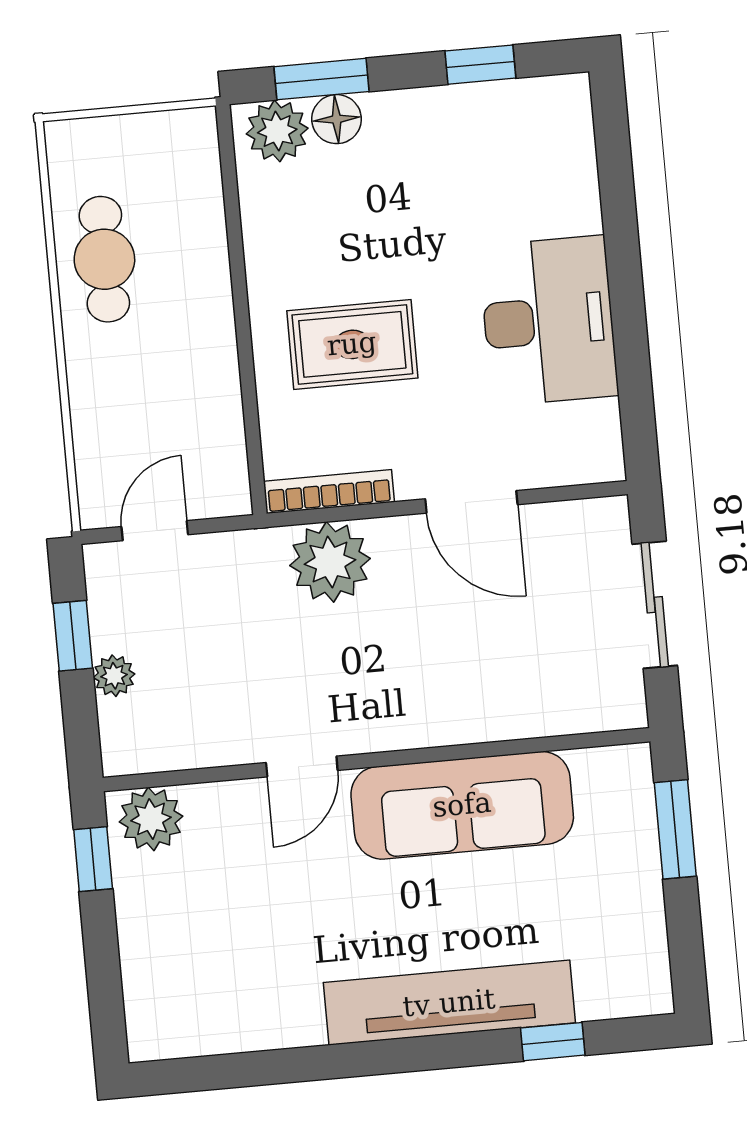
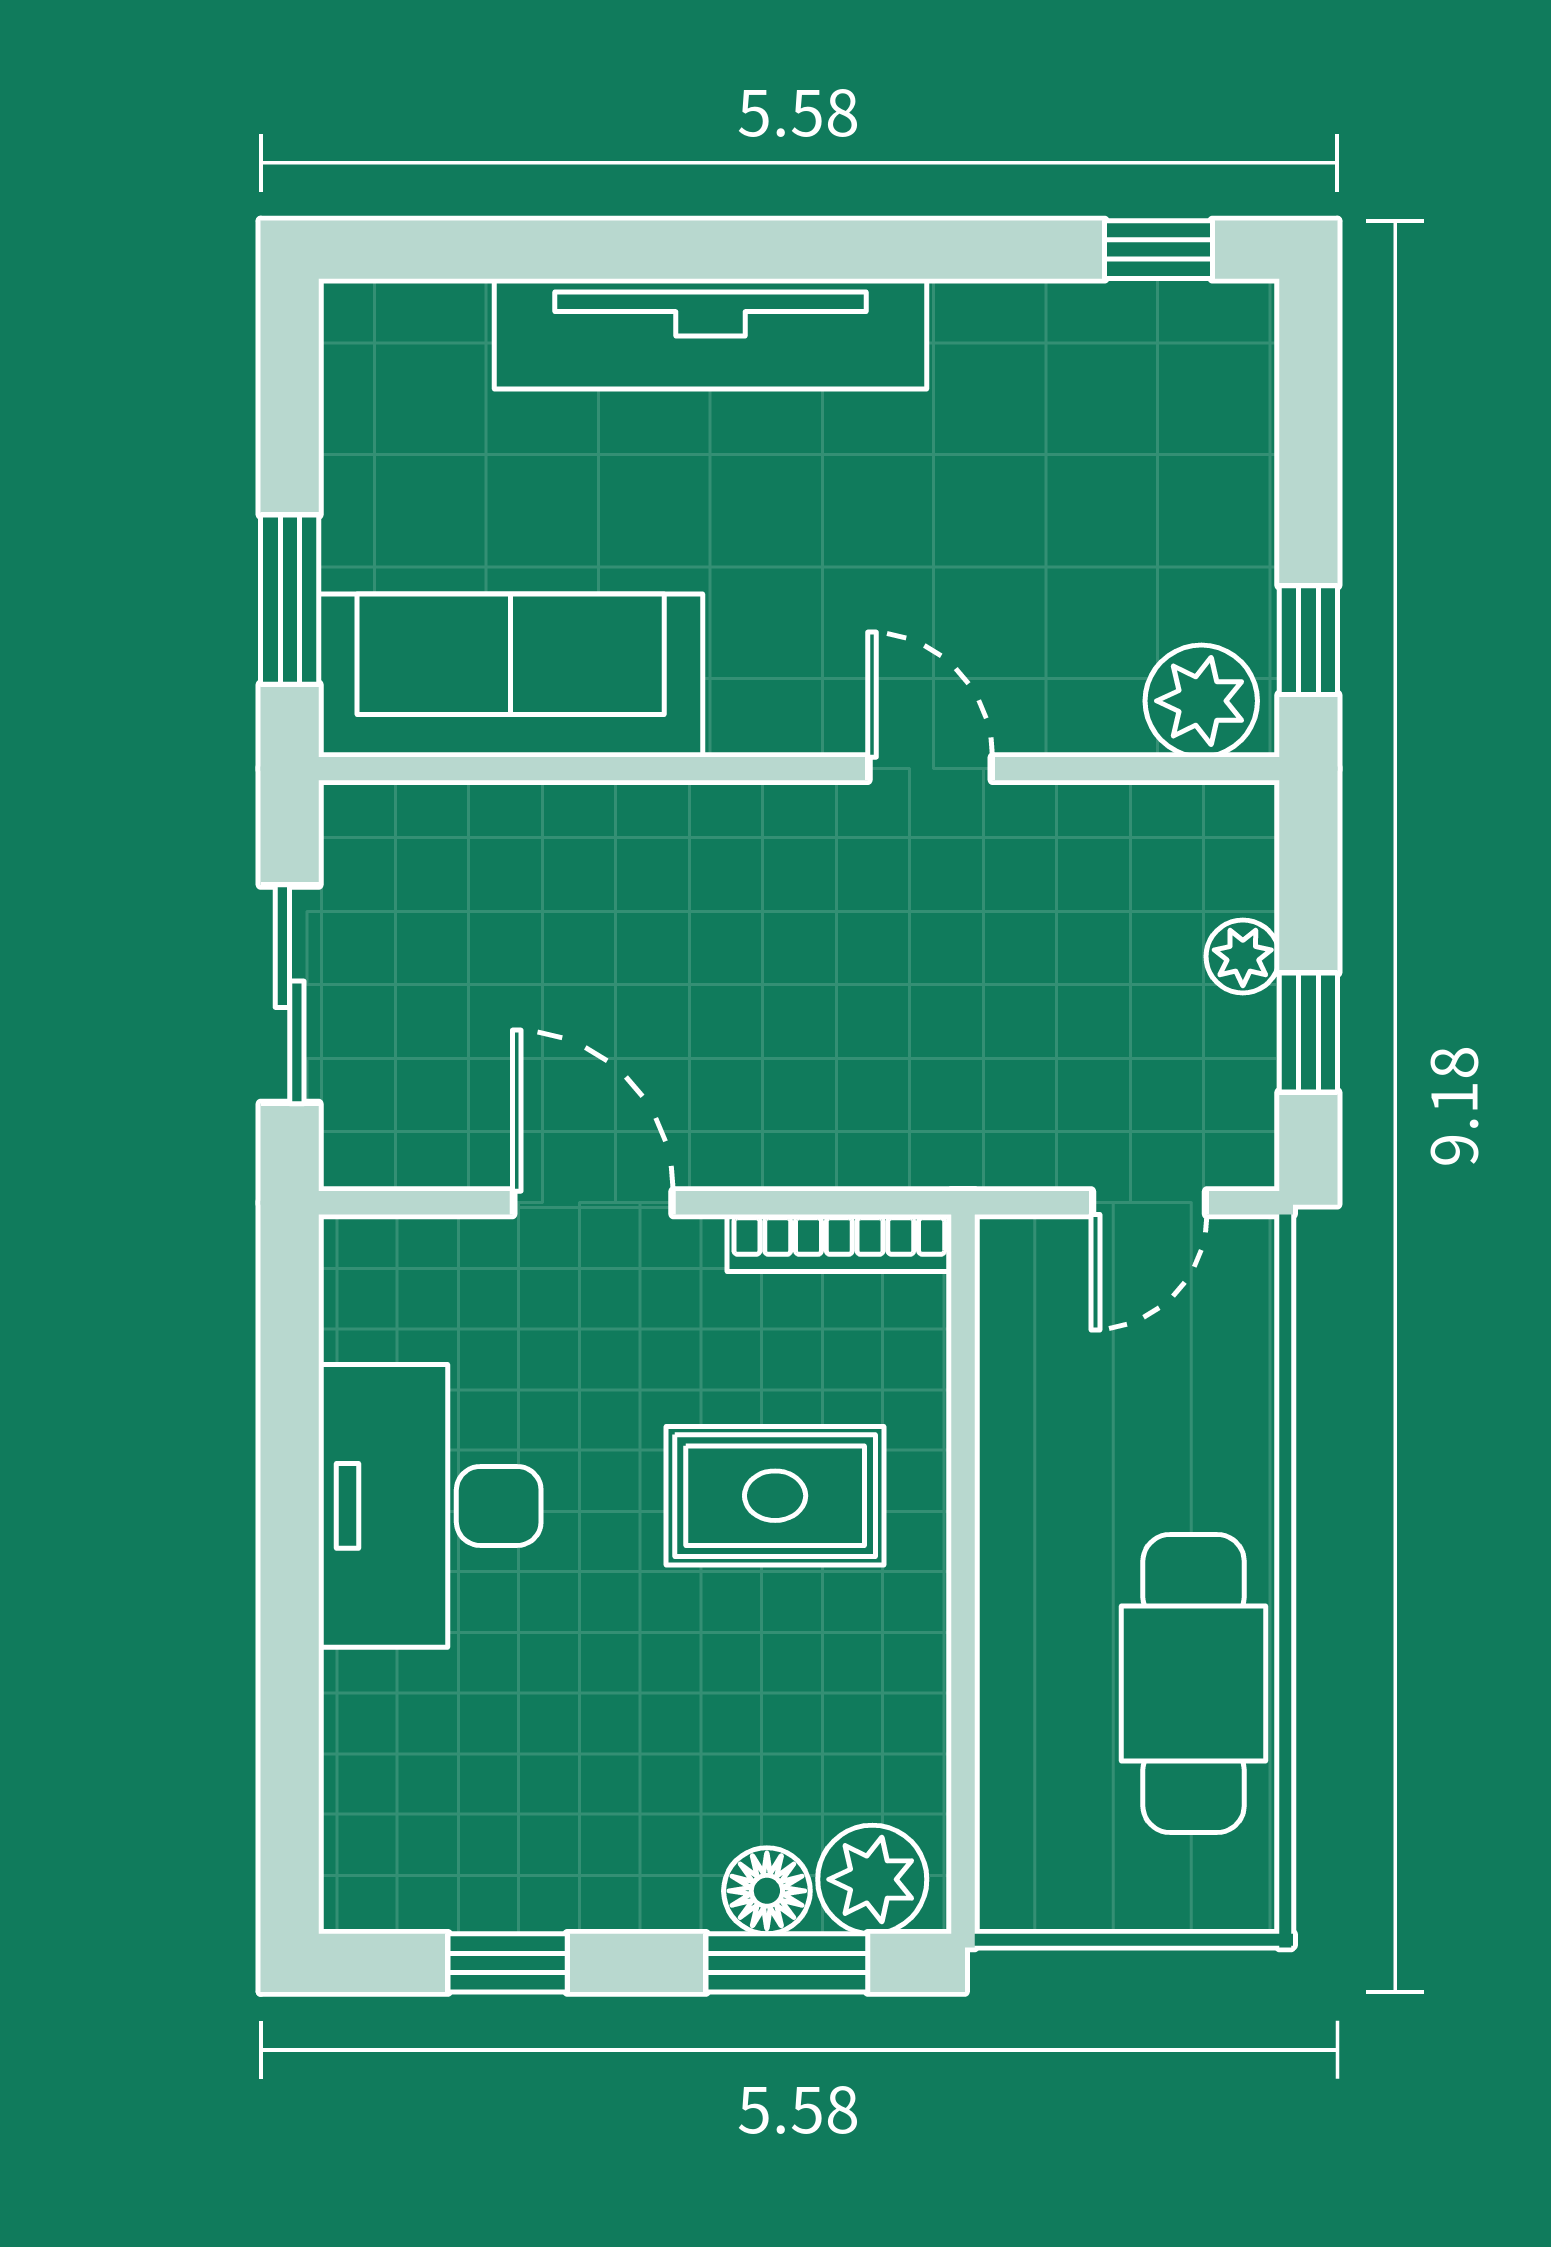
cafe table: (104, 259) -> (1194, 1684), width x1.37, depth x1.35
plant: (330, 562) -> (849, 1120), removed
door: (302, 766) -> (930, 769), hinge flipped
sofa: (462, 805) -> (511, 675), moved
window: (553, 1042) -> (1159, 250), moved

